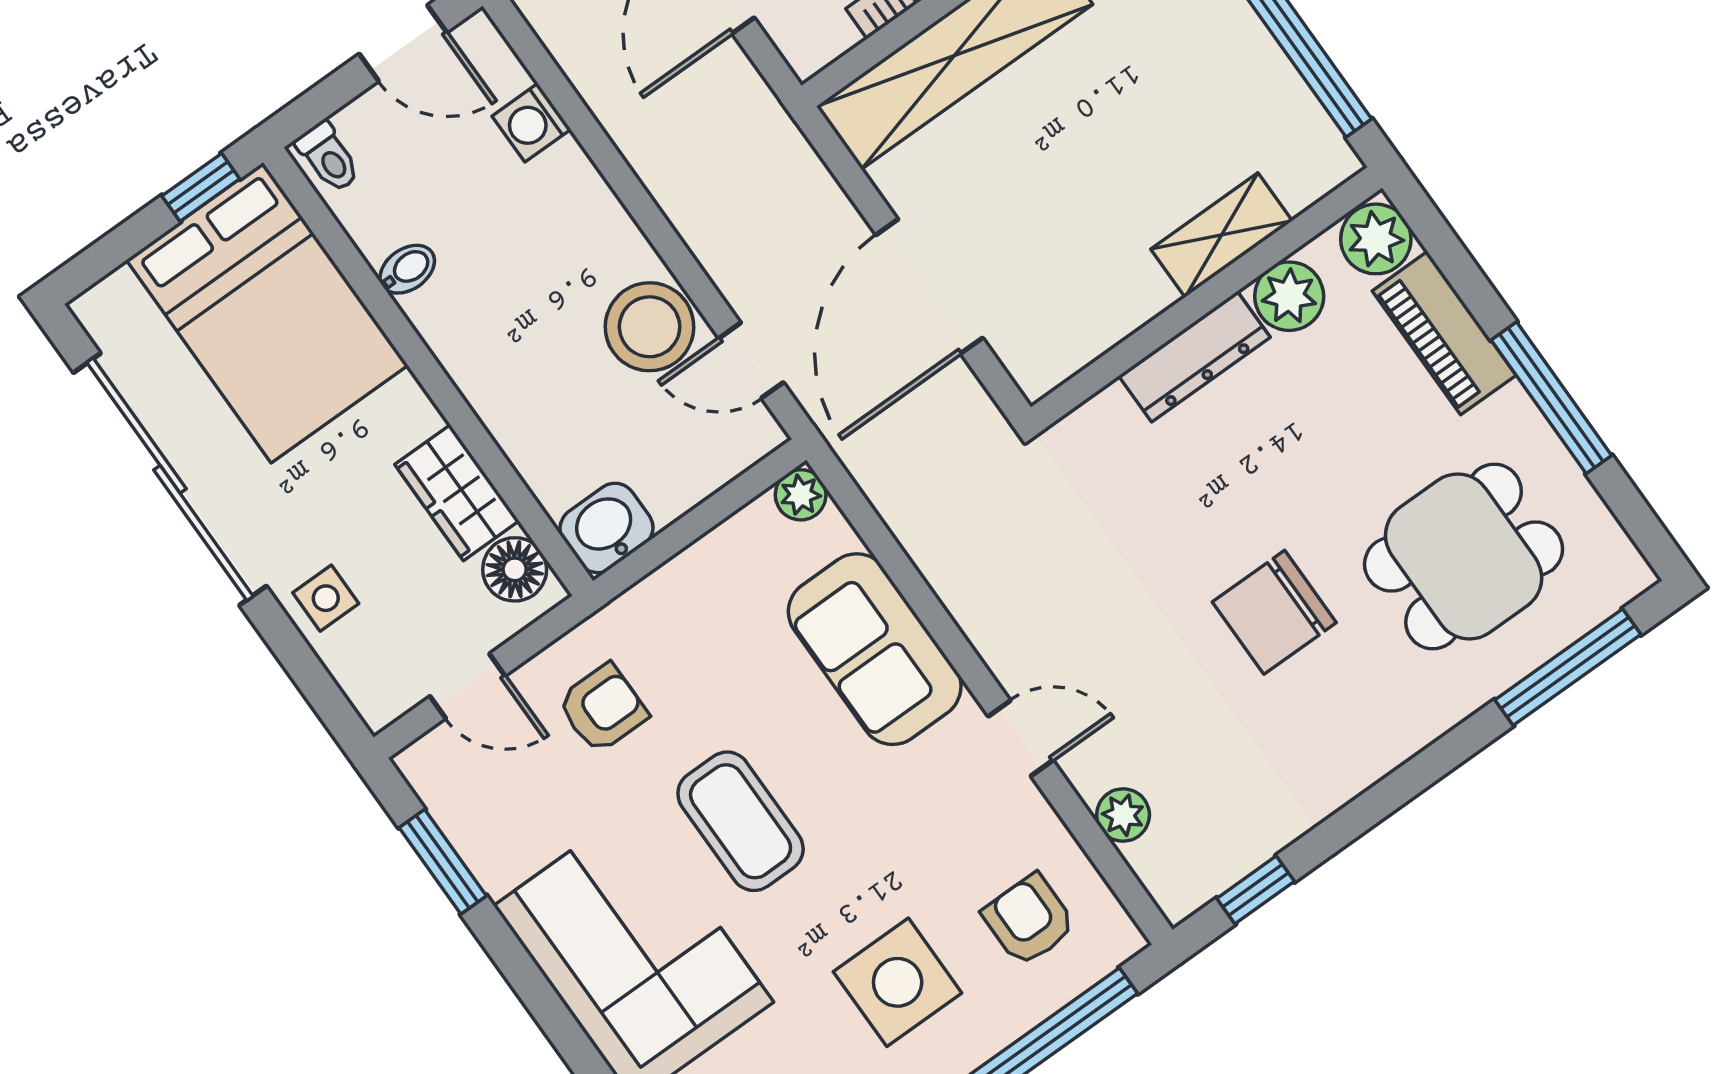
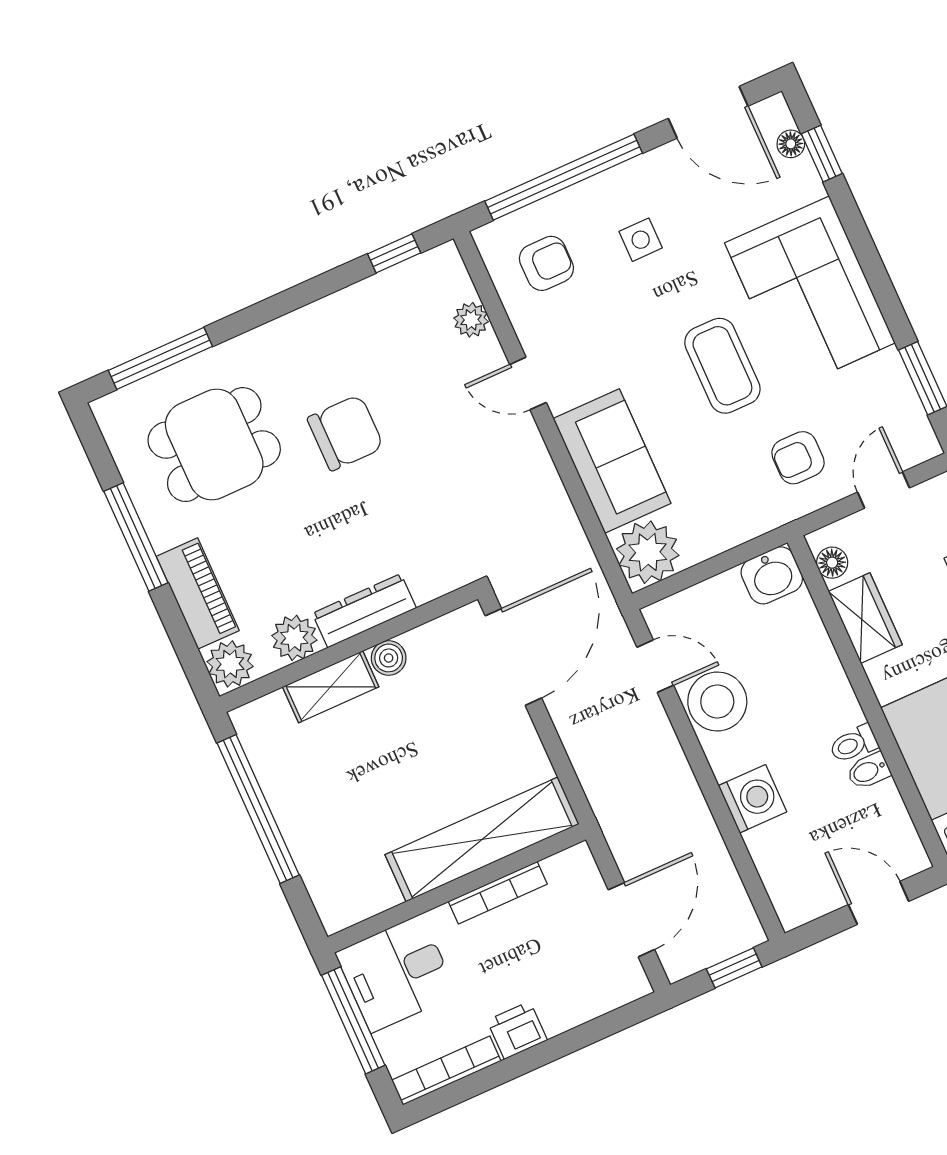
door: (403, 43) -> (879, 903), moved
washing machine: (531, 123) -> (752, 799), moved, width x1.38, depth x1.38
toilet: (328, 157) -> (854, 744), moved, turned -90
door: (929, 286) -> (513, 657), moved
boiler: (1145, 294) -> (389, 658), added
plant: (801, 495) -> (648, 552), width x1.88, depth x1.88
floor lamp: (515, 569) -> (832, 563), width x0.73, depth x0.73
door: (468, 686) -> (884, 490), hinge flipped
armchair: (1029, 920) -> (546, 263), turned -90
side table: (898, 982) -> (641, 240), width x0.54, depth x0.54

